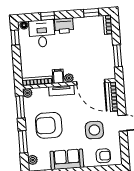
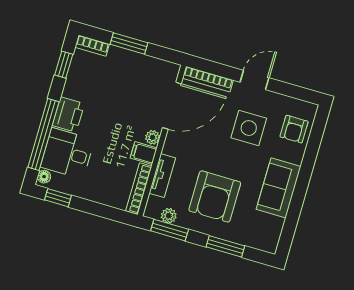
window: (48, 16) -> (43, 134), width x3.17
window: (118, 56) -> (129, 43), moved
tv unit: (62, 91) -> (162, 176), moved
plant: (27, 93) -> (169, 216), moved
armchair: (103, 156) -> (294, 129), turned 180
plant: (33, 160) -> (259, 242), removed

